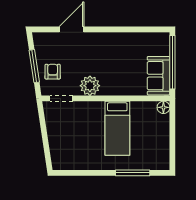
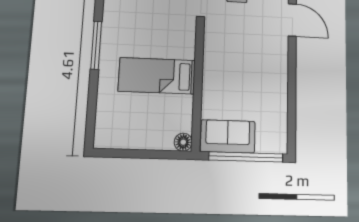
plant: (90, 86) -> (217, 41), removed
window: (133, 173) -> (96, 45), moved

